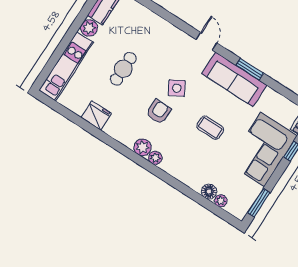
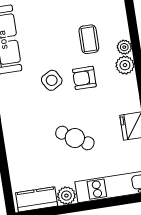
cafe table: (123, 69) -> (75, 138), turned 31
coffee table: (210, 128) -> (89, 39), moved

